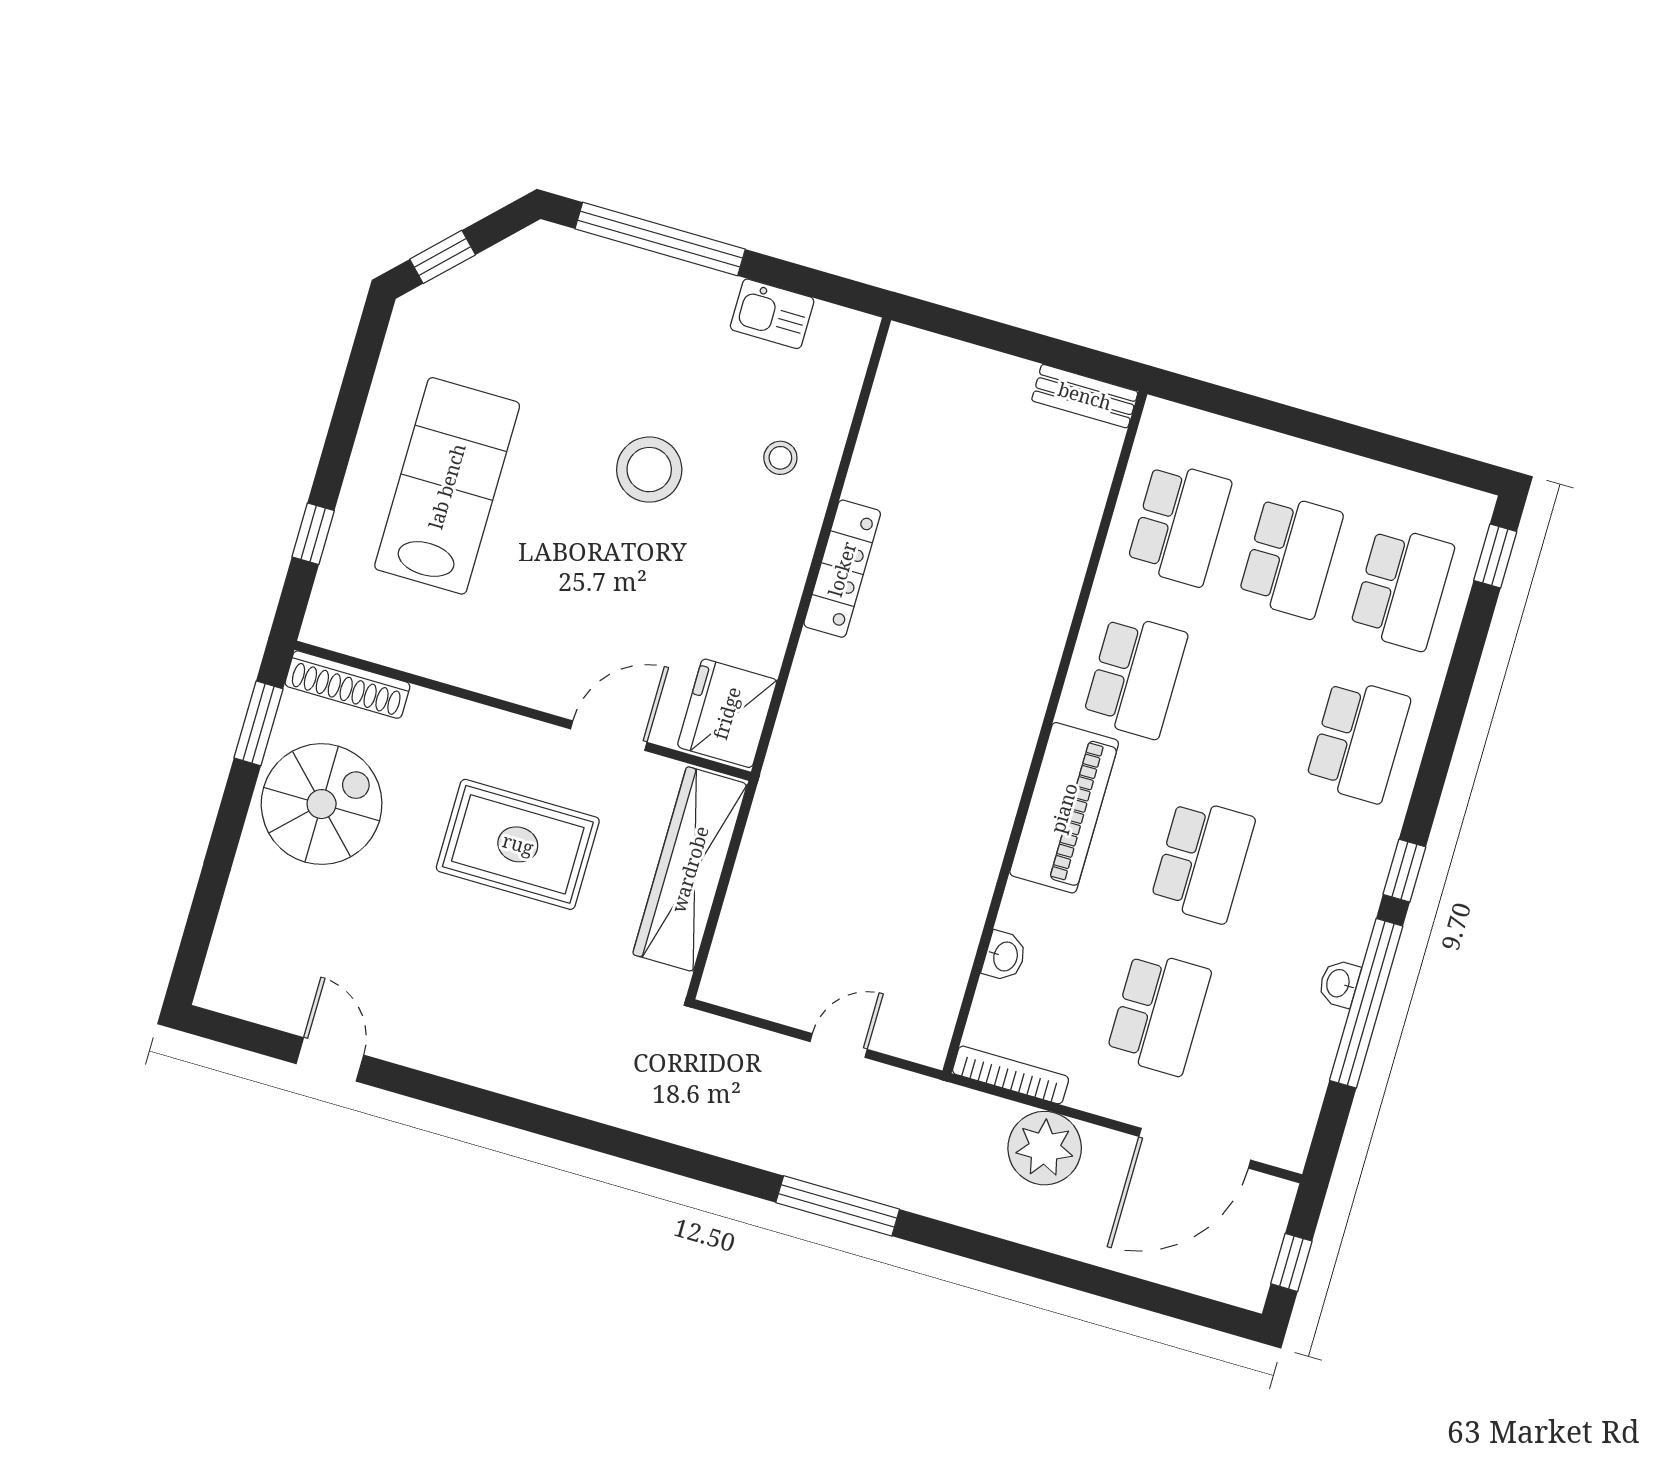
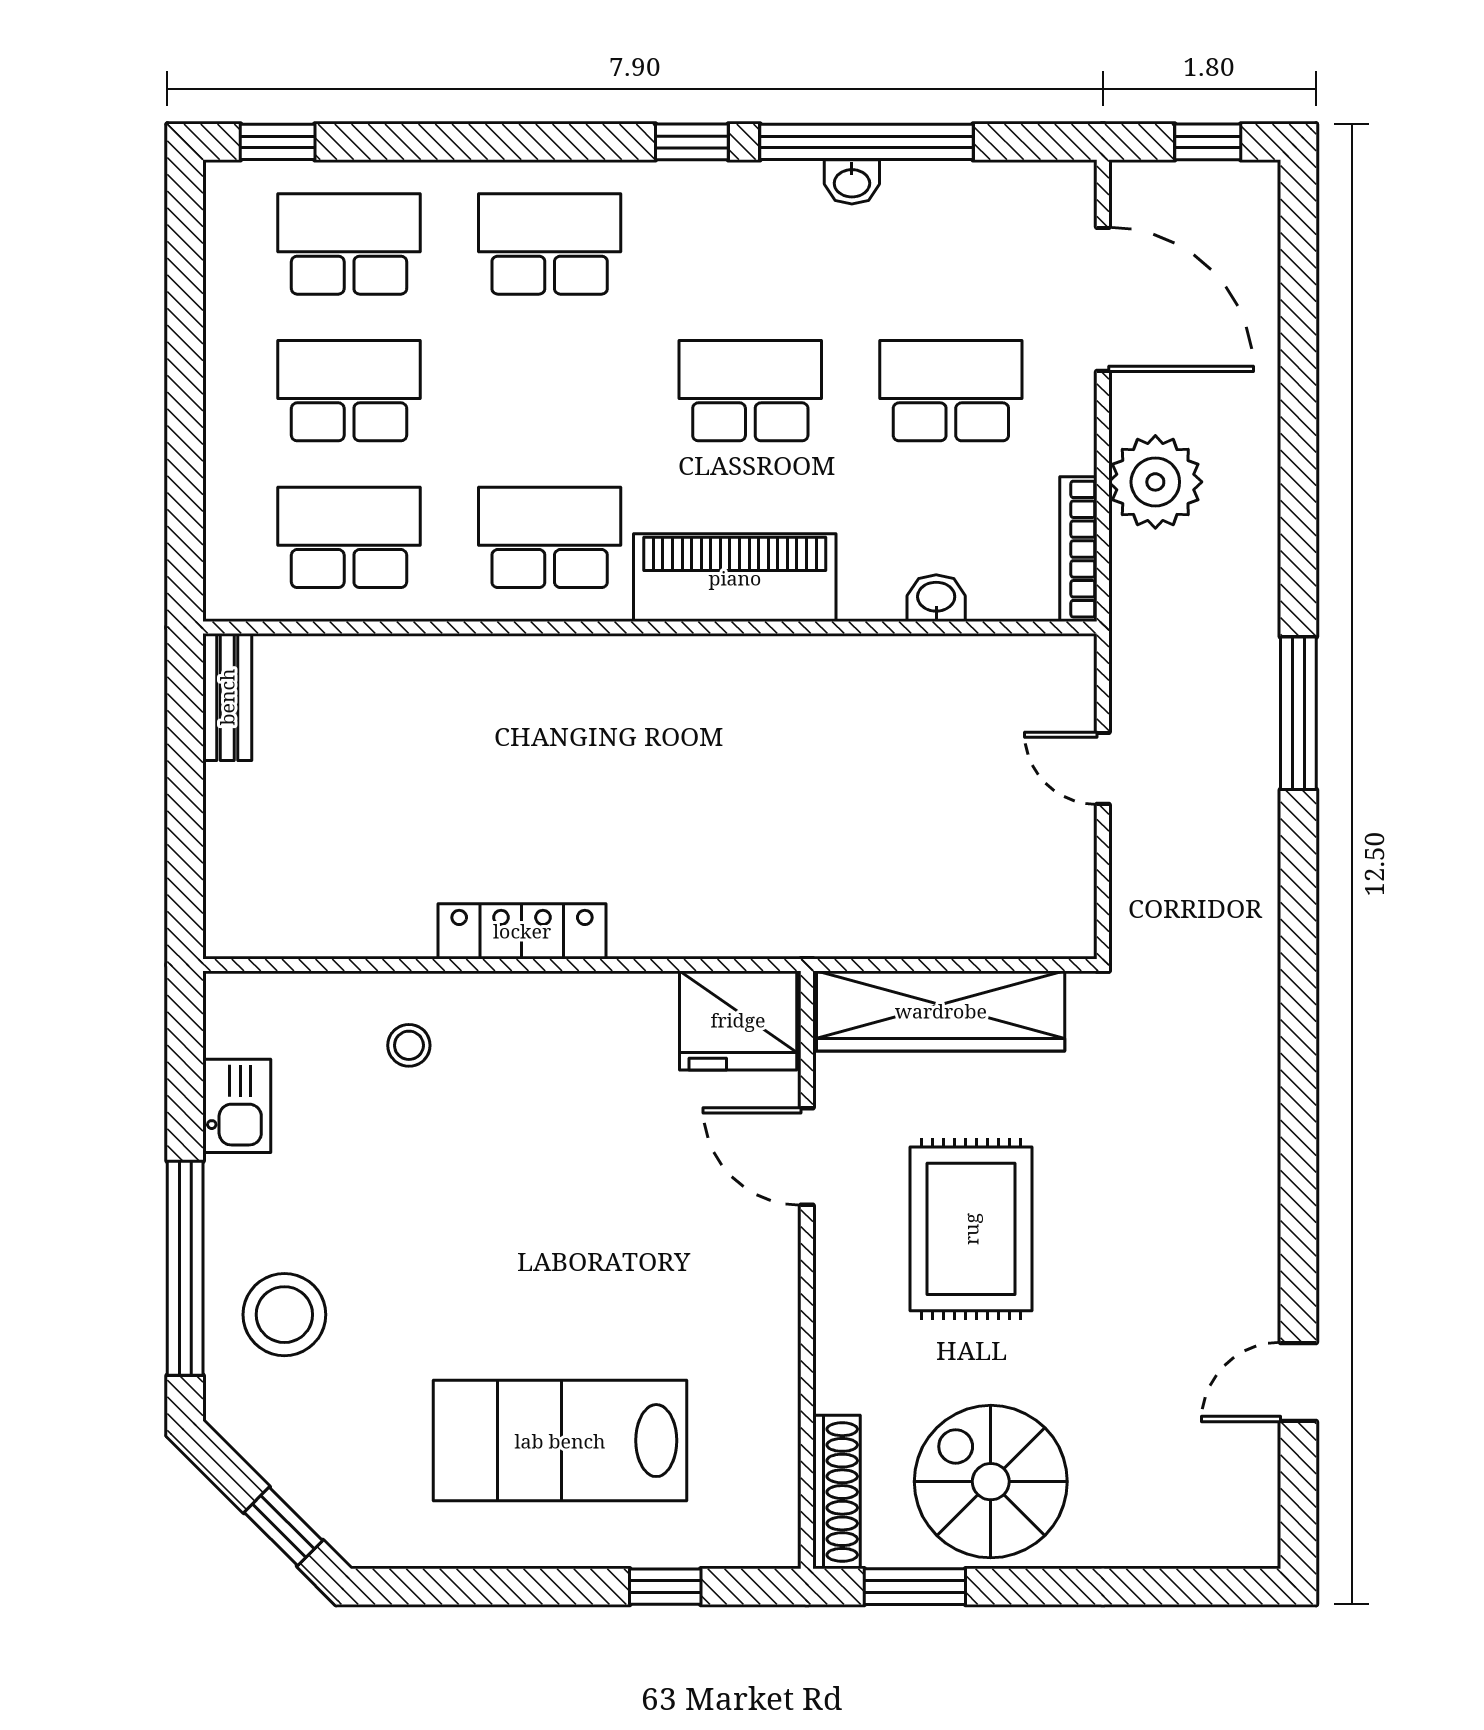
stool: (649, 470) -> (284, 1315), moved

